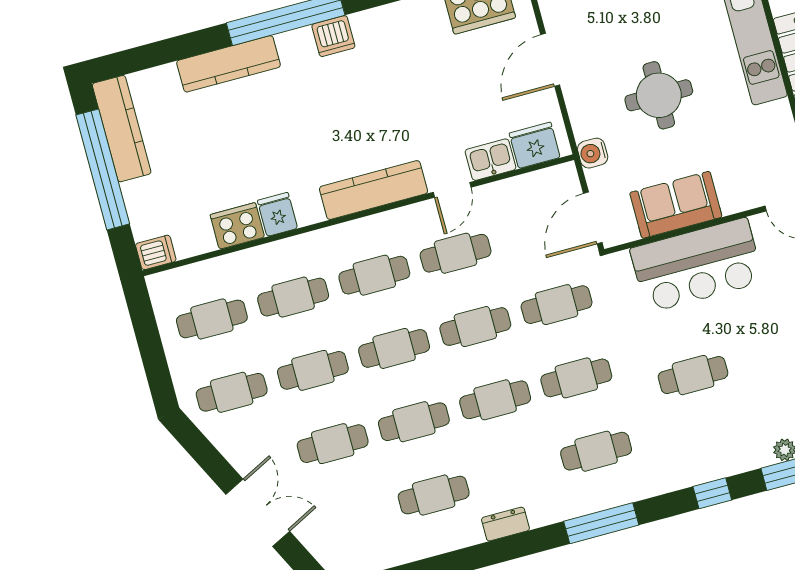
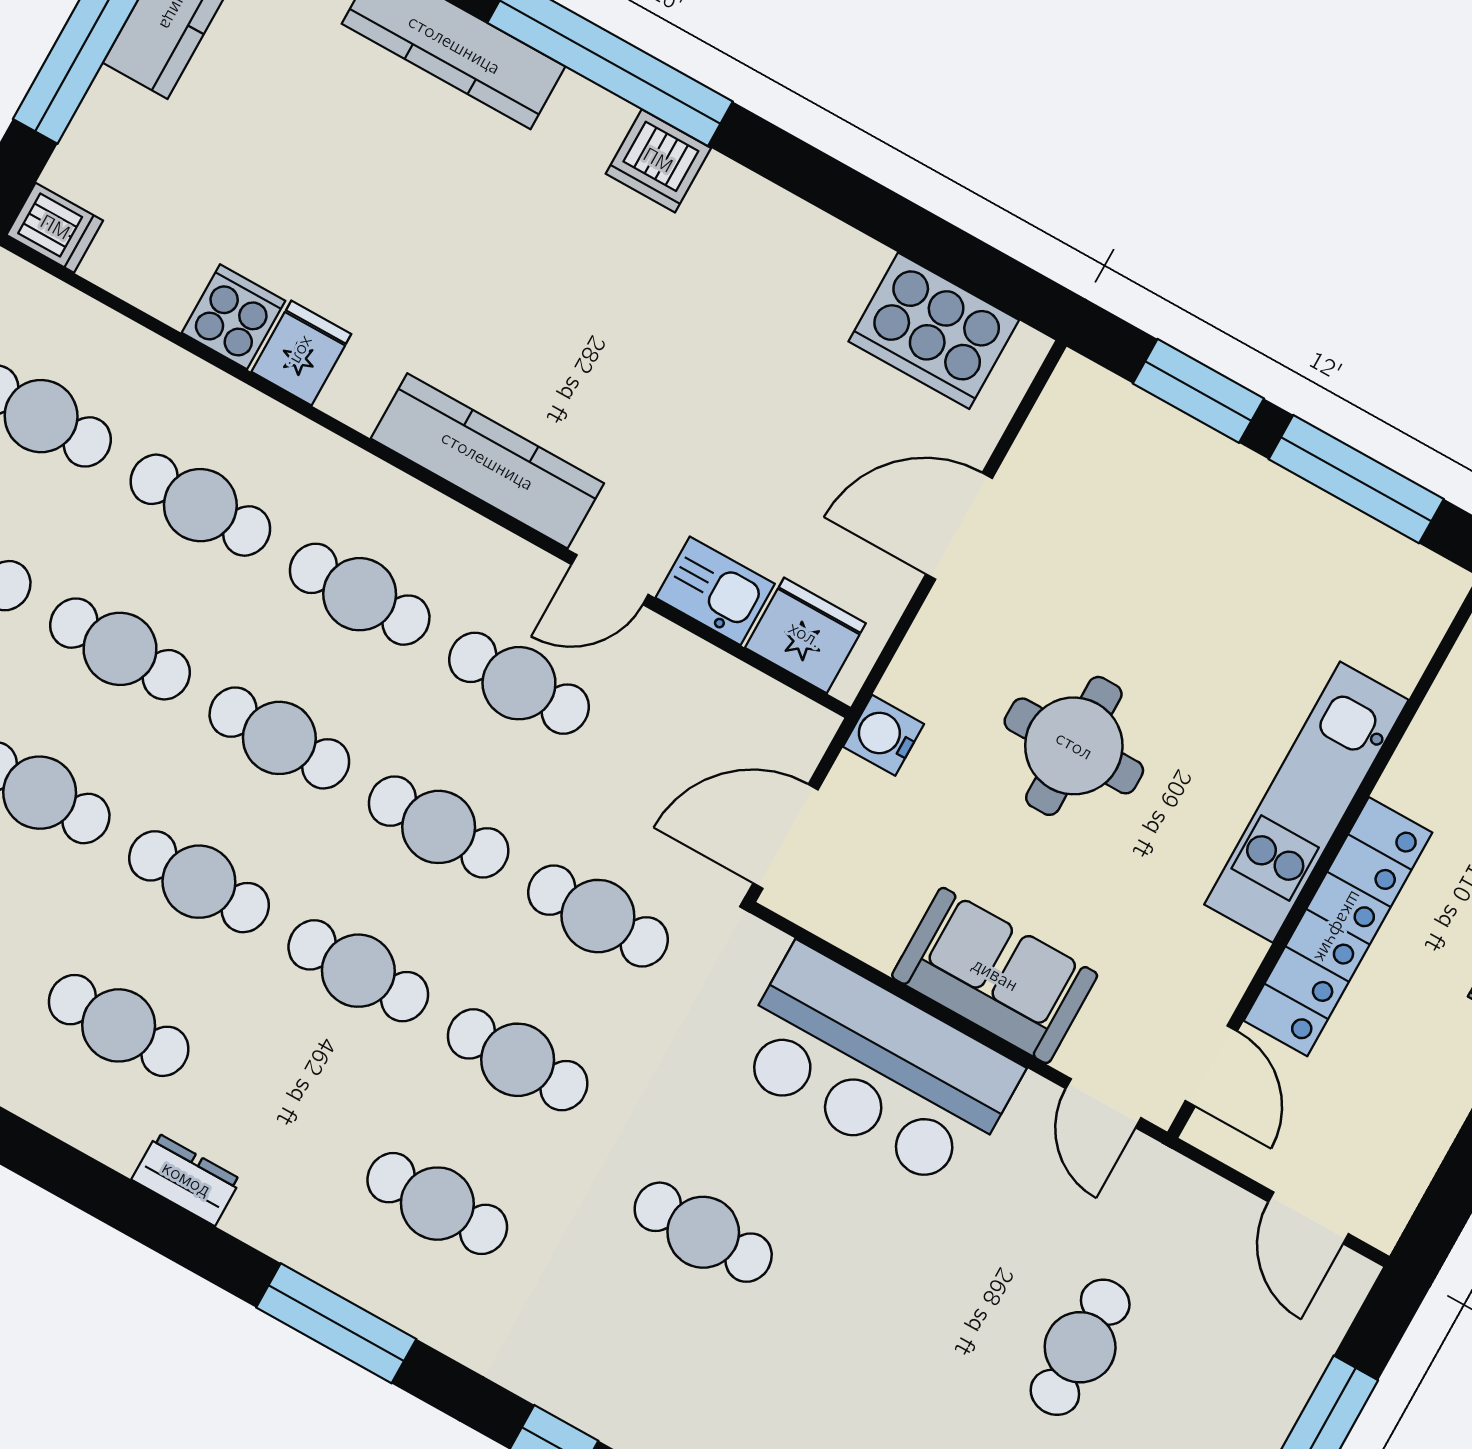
sofa: (676, 205) -> (995, 975), moved
cooker: (237, 226) -> (233, 317), width x0.73

